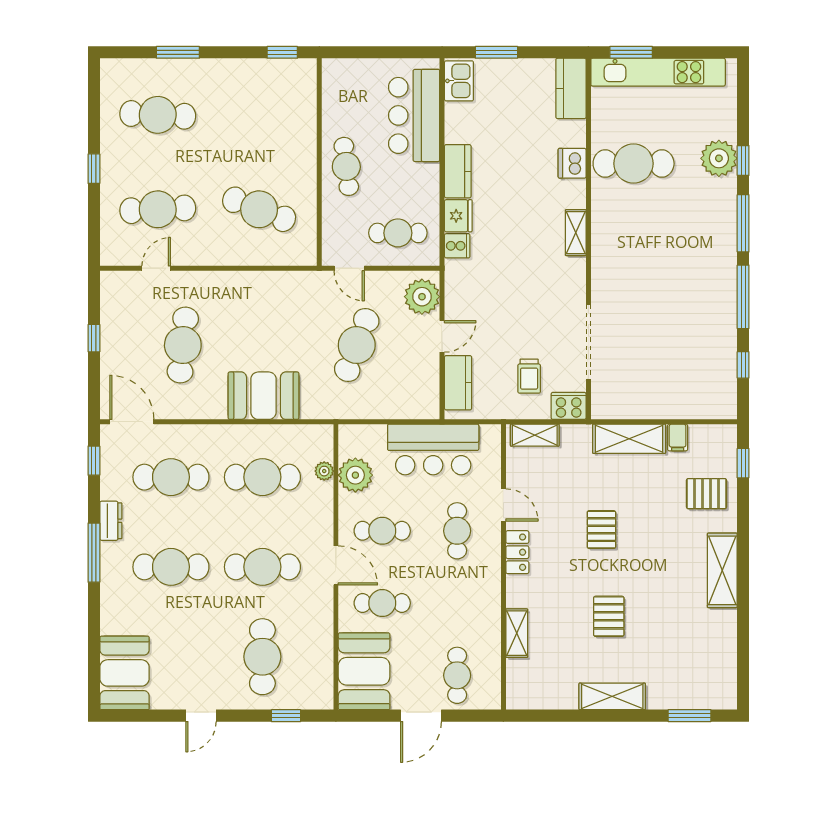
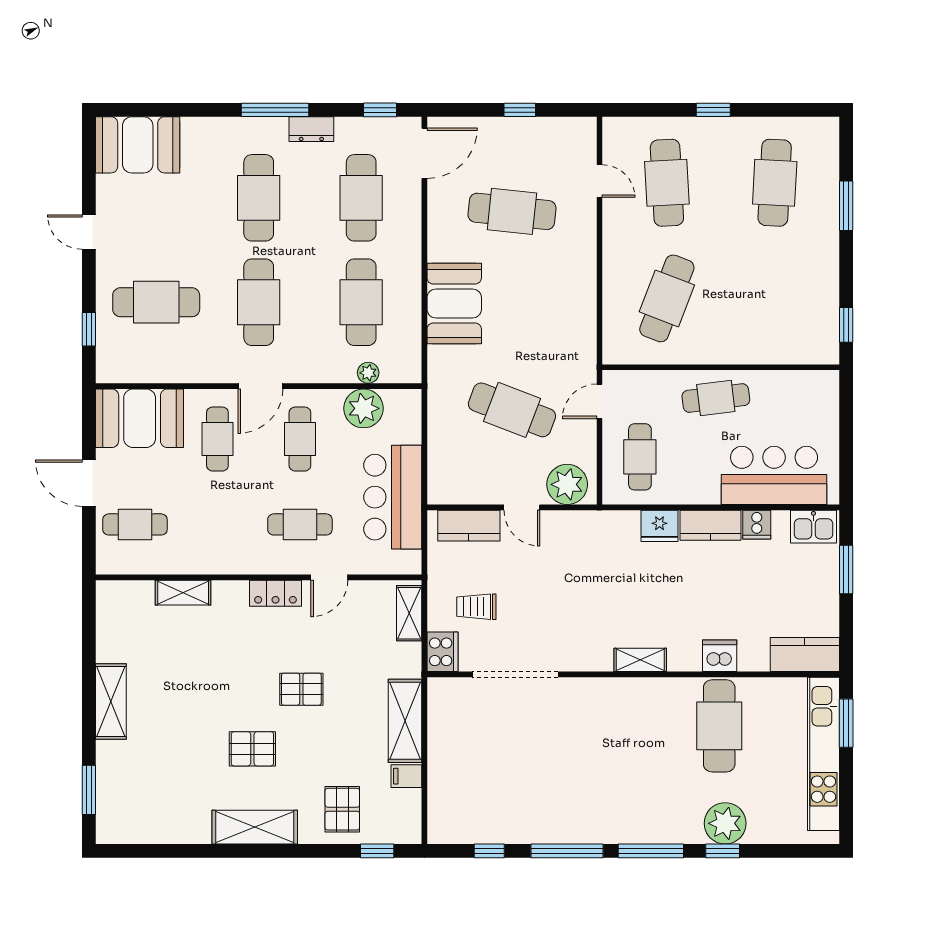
cooker: (457, 246) -> (757, 525), moved
pallet: (609, 616) -> (252, 749), moved

